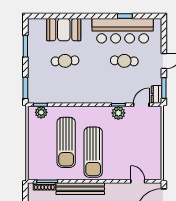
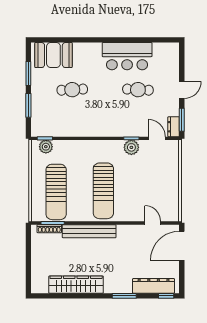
window: (125, 16) -> (139, 40), removed
booth: (64, 30) -> (53, 55), moved
bar counter: (123, 31) -> (127, 56), width x0.73
window: (25, 88) -> (28, 105), moved
door: (141, 105) -> (157, 138), hinge flipped
sun lounger: (66, 142) -> (56, 192), moved

